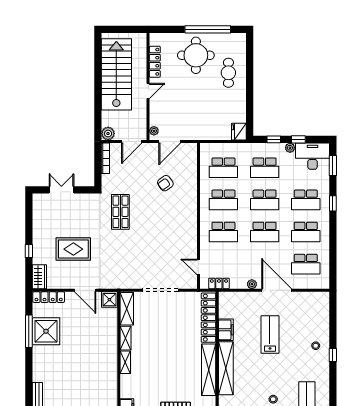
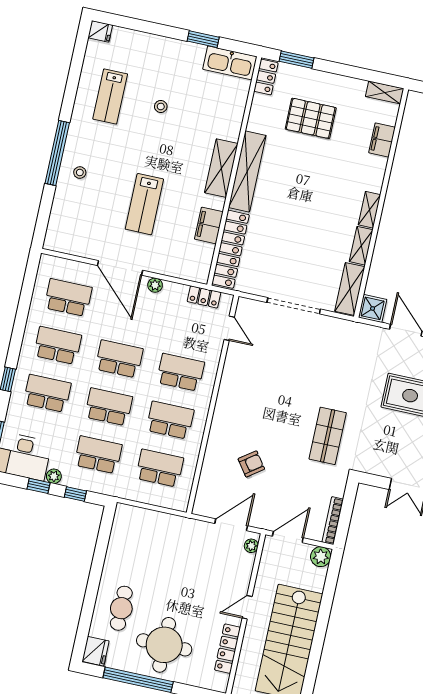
fridge: (239, 132) -> (96, 651), moved
window: (333, 355) -> (57, 153), width x3.17
shelving: (226, 368) -> (221, 168), width x0.68

